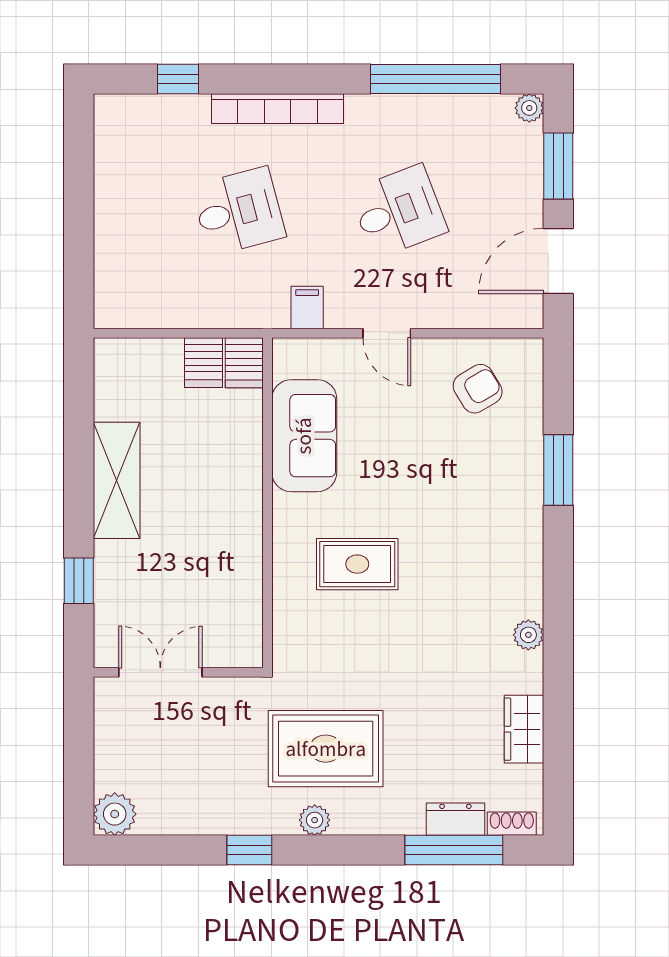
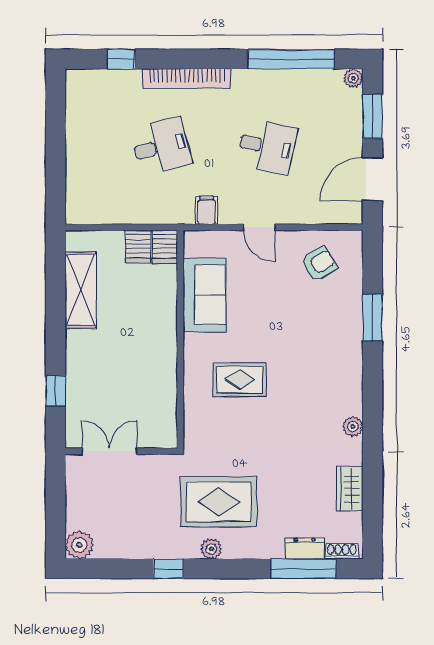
desk: (398, 211) -> (267, 147), turned 33
shelving: (117, 480) -> (81, 290), moved

